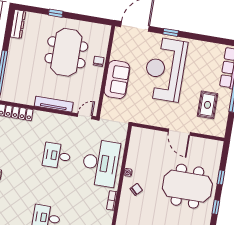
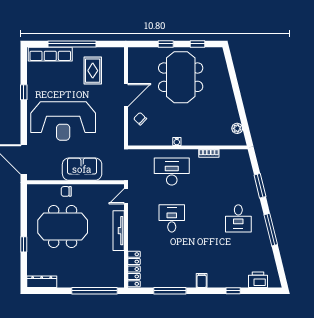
window: (171, 32) -> (24, 92), moved
rug: (207, 105) -> (93, 71), turned 90
door: (85, 116) -> (126, 196), hinge flipped
desk: (57, 156) -> (172, 218), turned 180
desk: (101, 163) -> (172, 172), width x0.73, depth x0.77
chair: (136, 189) -> (140, 119), moved

